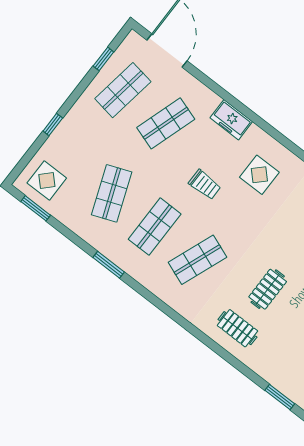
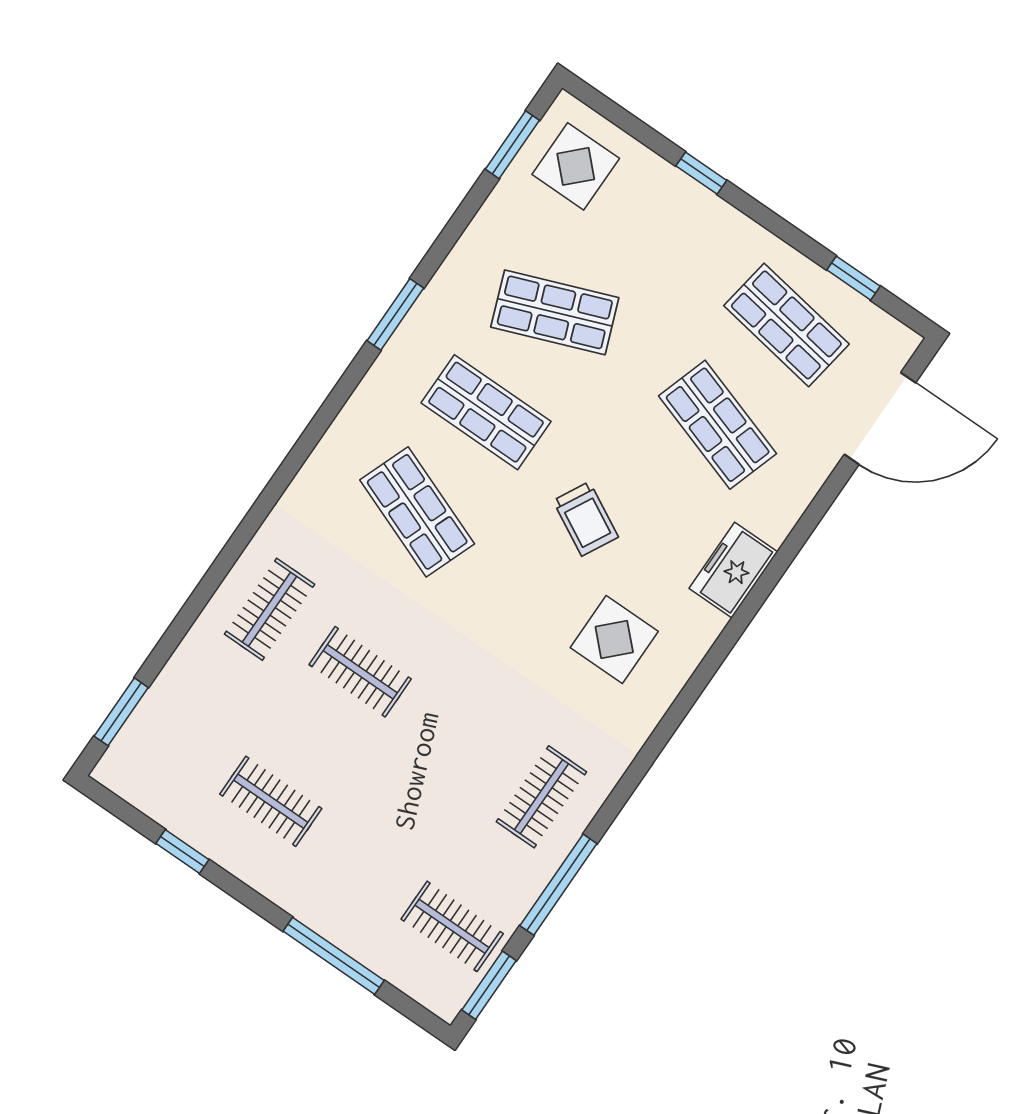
trolley: (205, 185) -> (586, 519), turned -62

